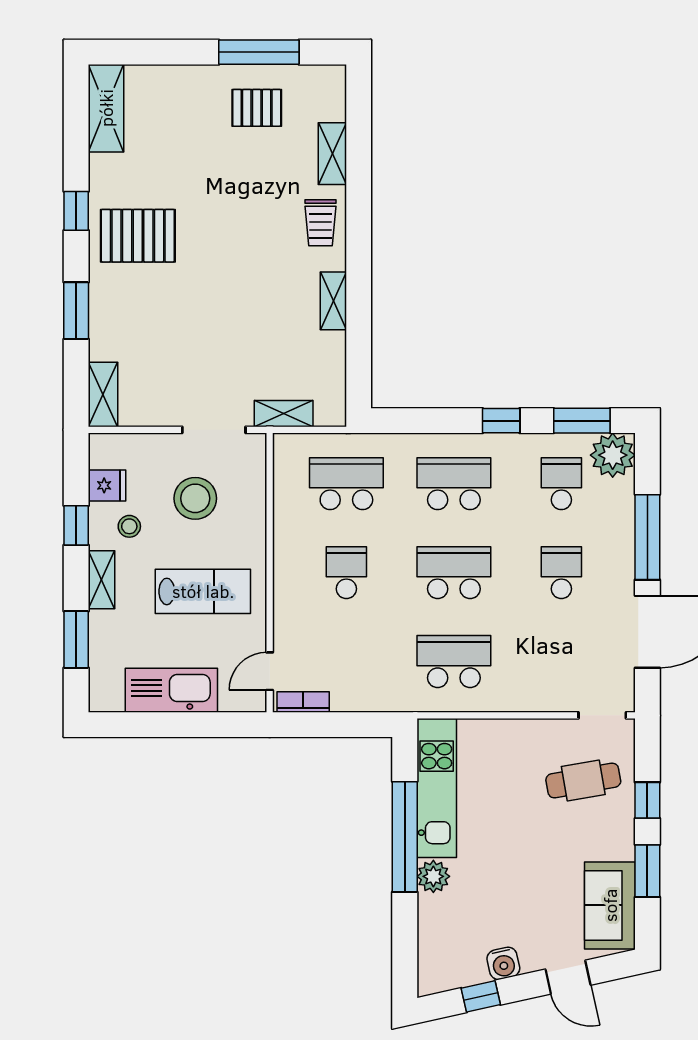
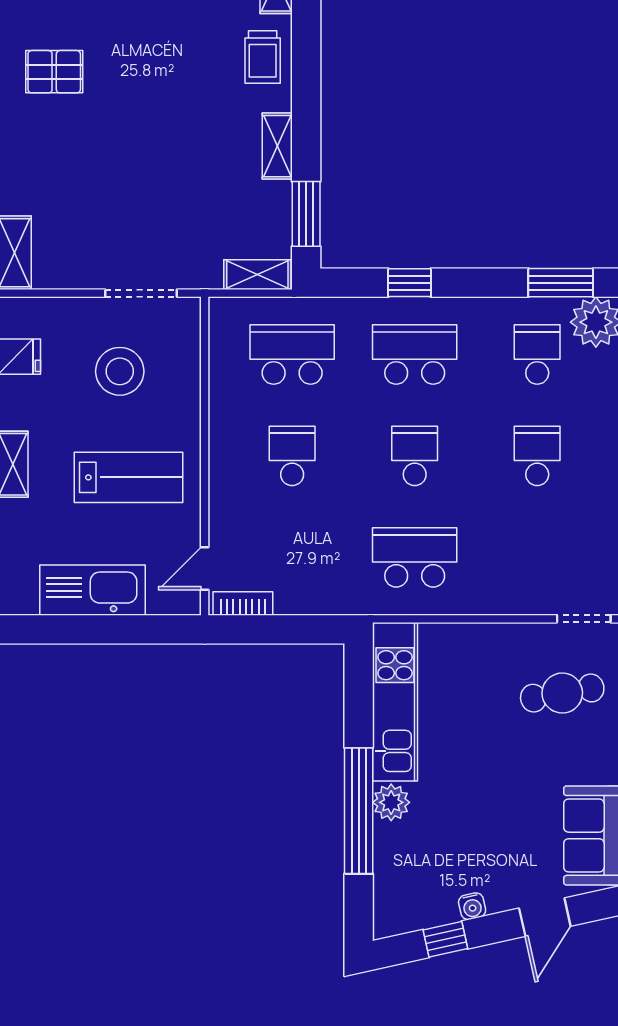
pallet: (138, 236) -> (54, 72), width x0.67, depth x0.71
window: (359, 360) -> (306, 214), added
shelving: (284, 414) -> (257, 275), moved
window: (501, 421) -> (410, 283), moved
stool: (129, 526) -> (45, 403), removed
school desk: (454, 573) -> (415, 456), width x0.54
window: (405, 837) -> (359, 811), moved
water cooler: (503, 963) -> (472, 906), width x0.72, depth x0.72
door: (568, 977) -> (545, 917), hinge flipped

